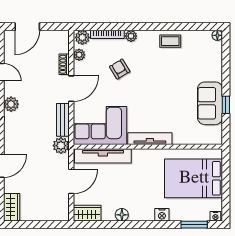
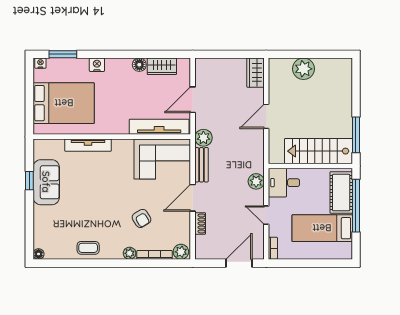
plant: (79, 55) -> (184, 233), removed
tv unit: (150, 139) -> (88, 145), moved
wardrobe: (87, 213) -> (162, 66), moved

